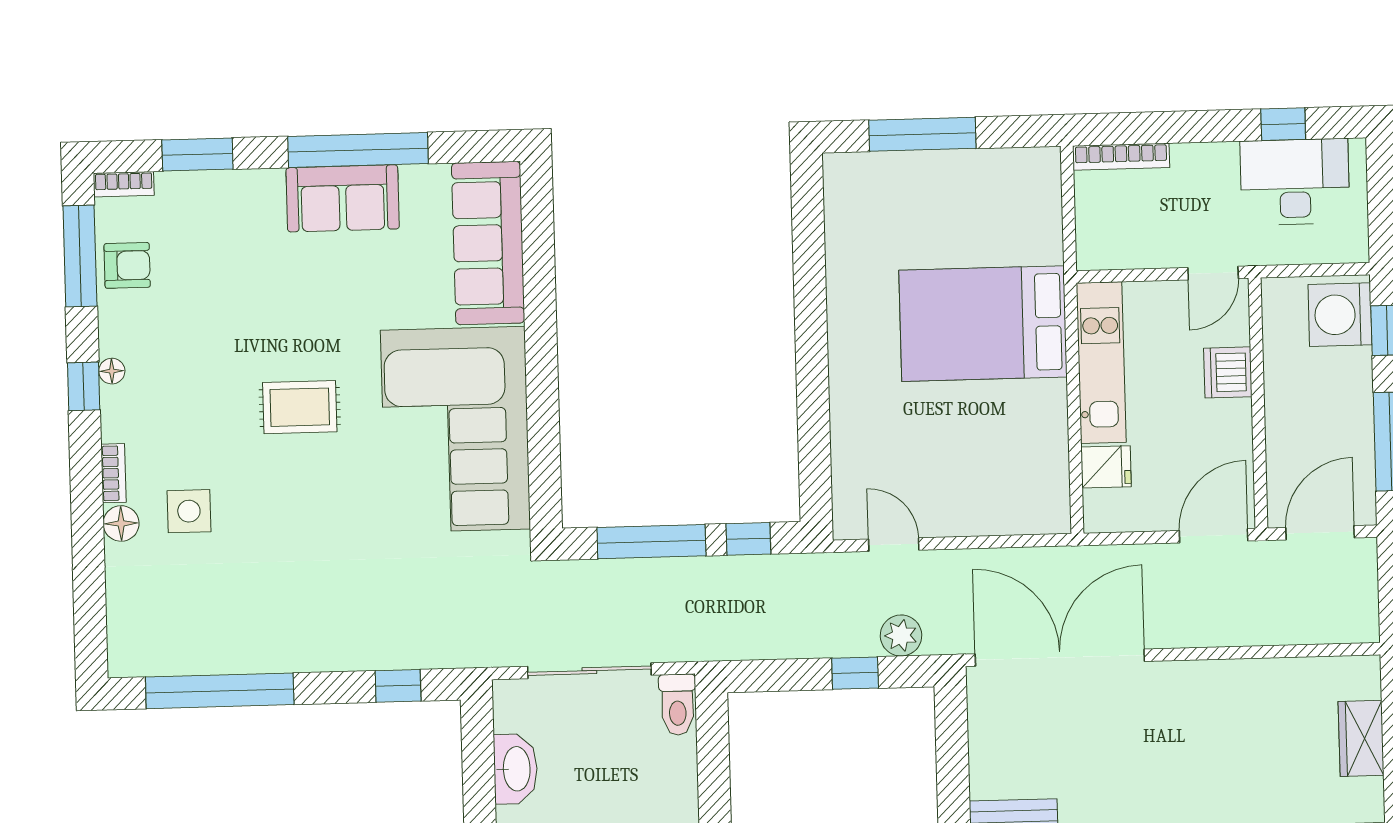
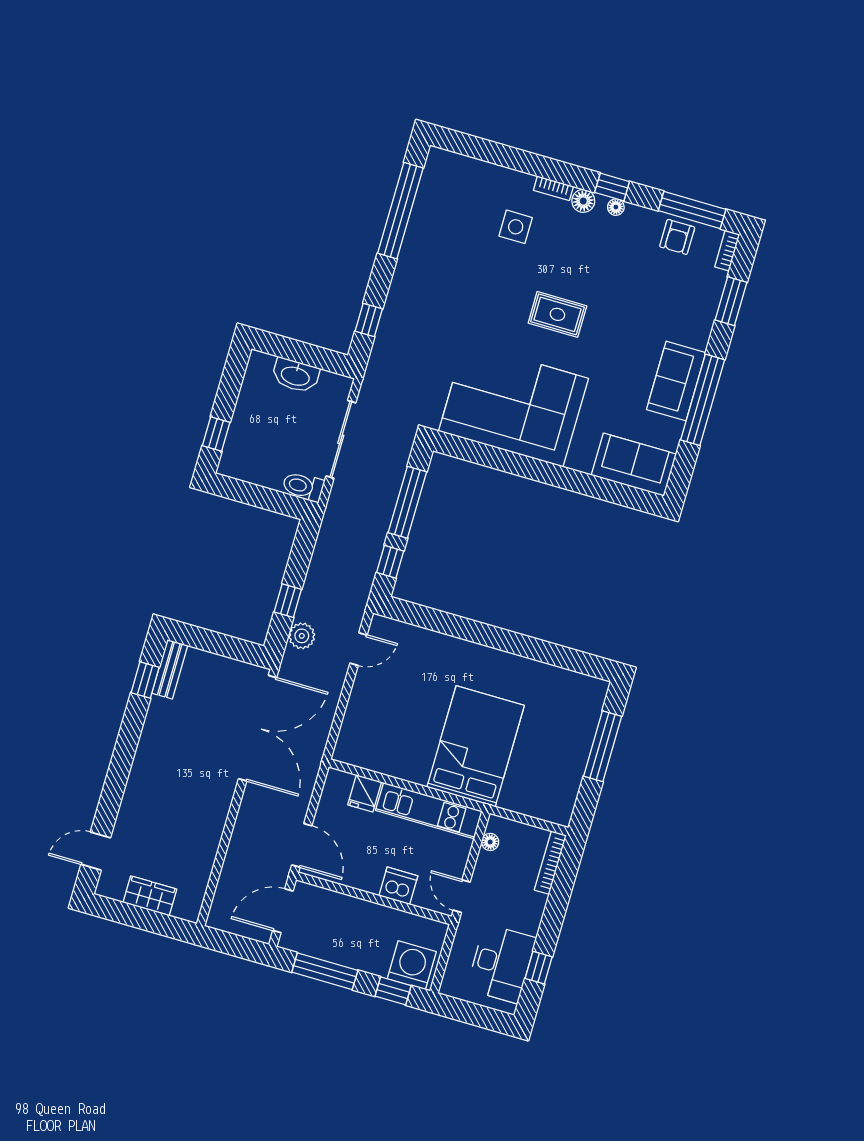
sofa: (488, 243) -> (634, 465), width x0.73
floor lamp: (1119, 256) -> (490, 842), added
rug: (300, 407) -> (557, 314), turned 90
floor lamp: (121, 523) -> (583, 201), moved
door: (1320, 533) -> (283, 911), swing flipped

